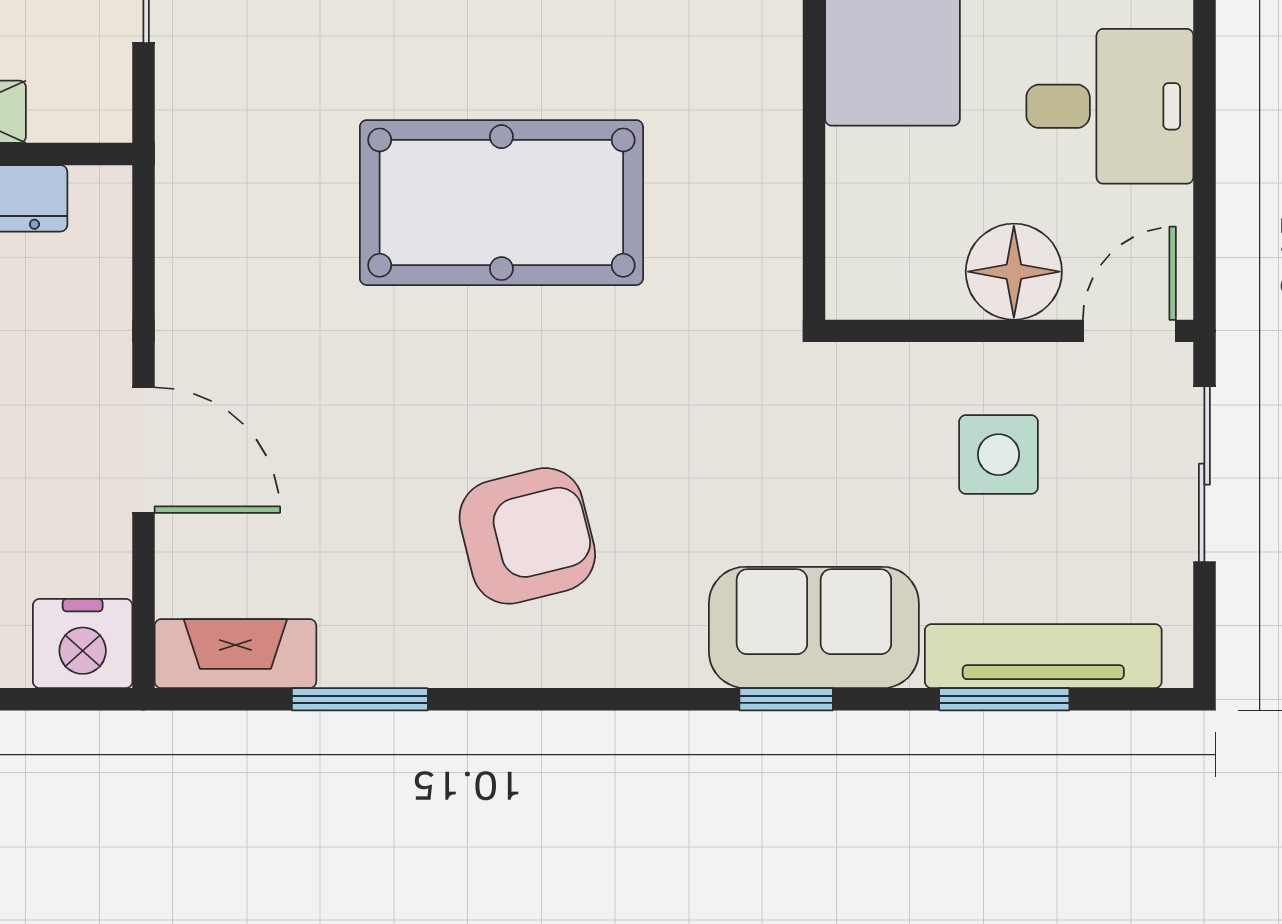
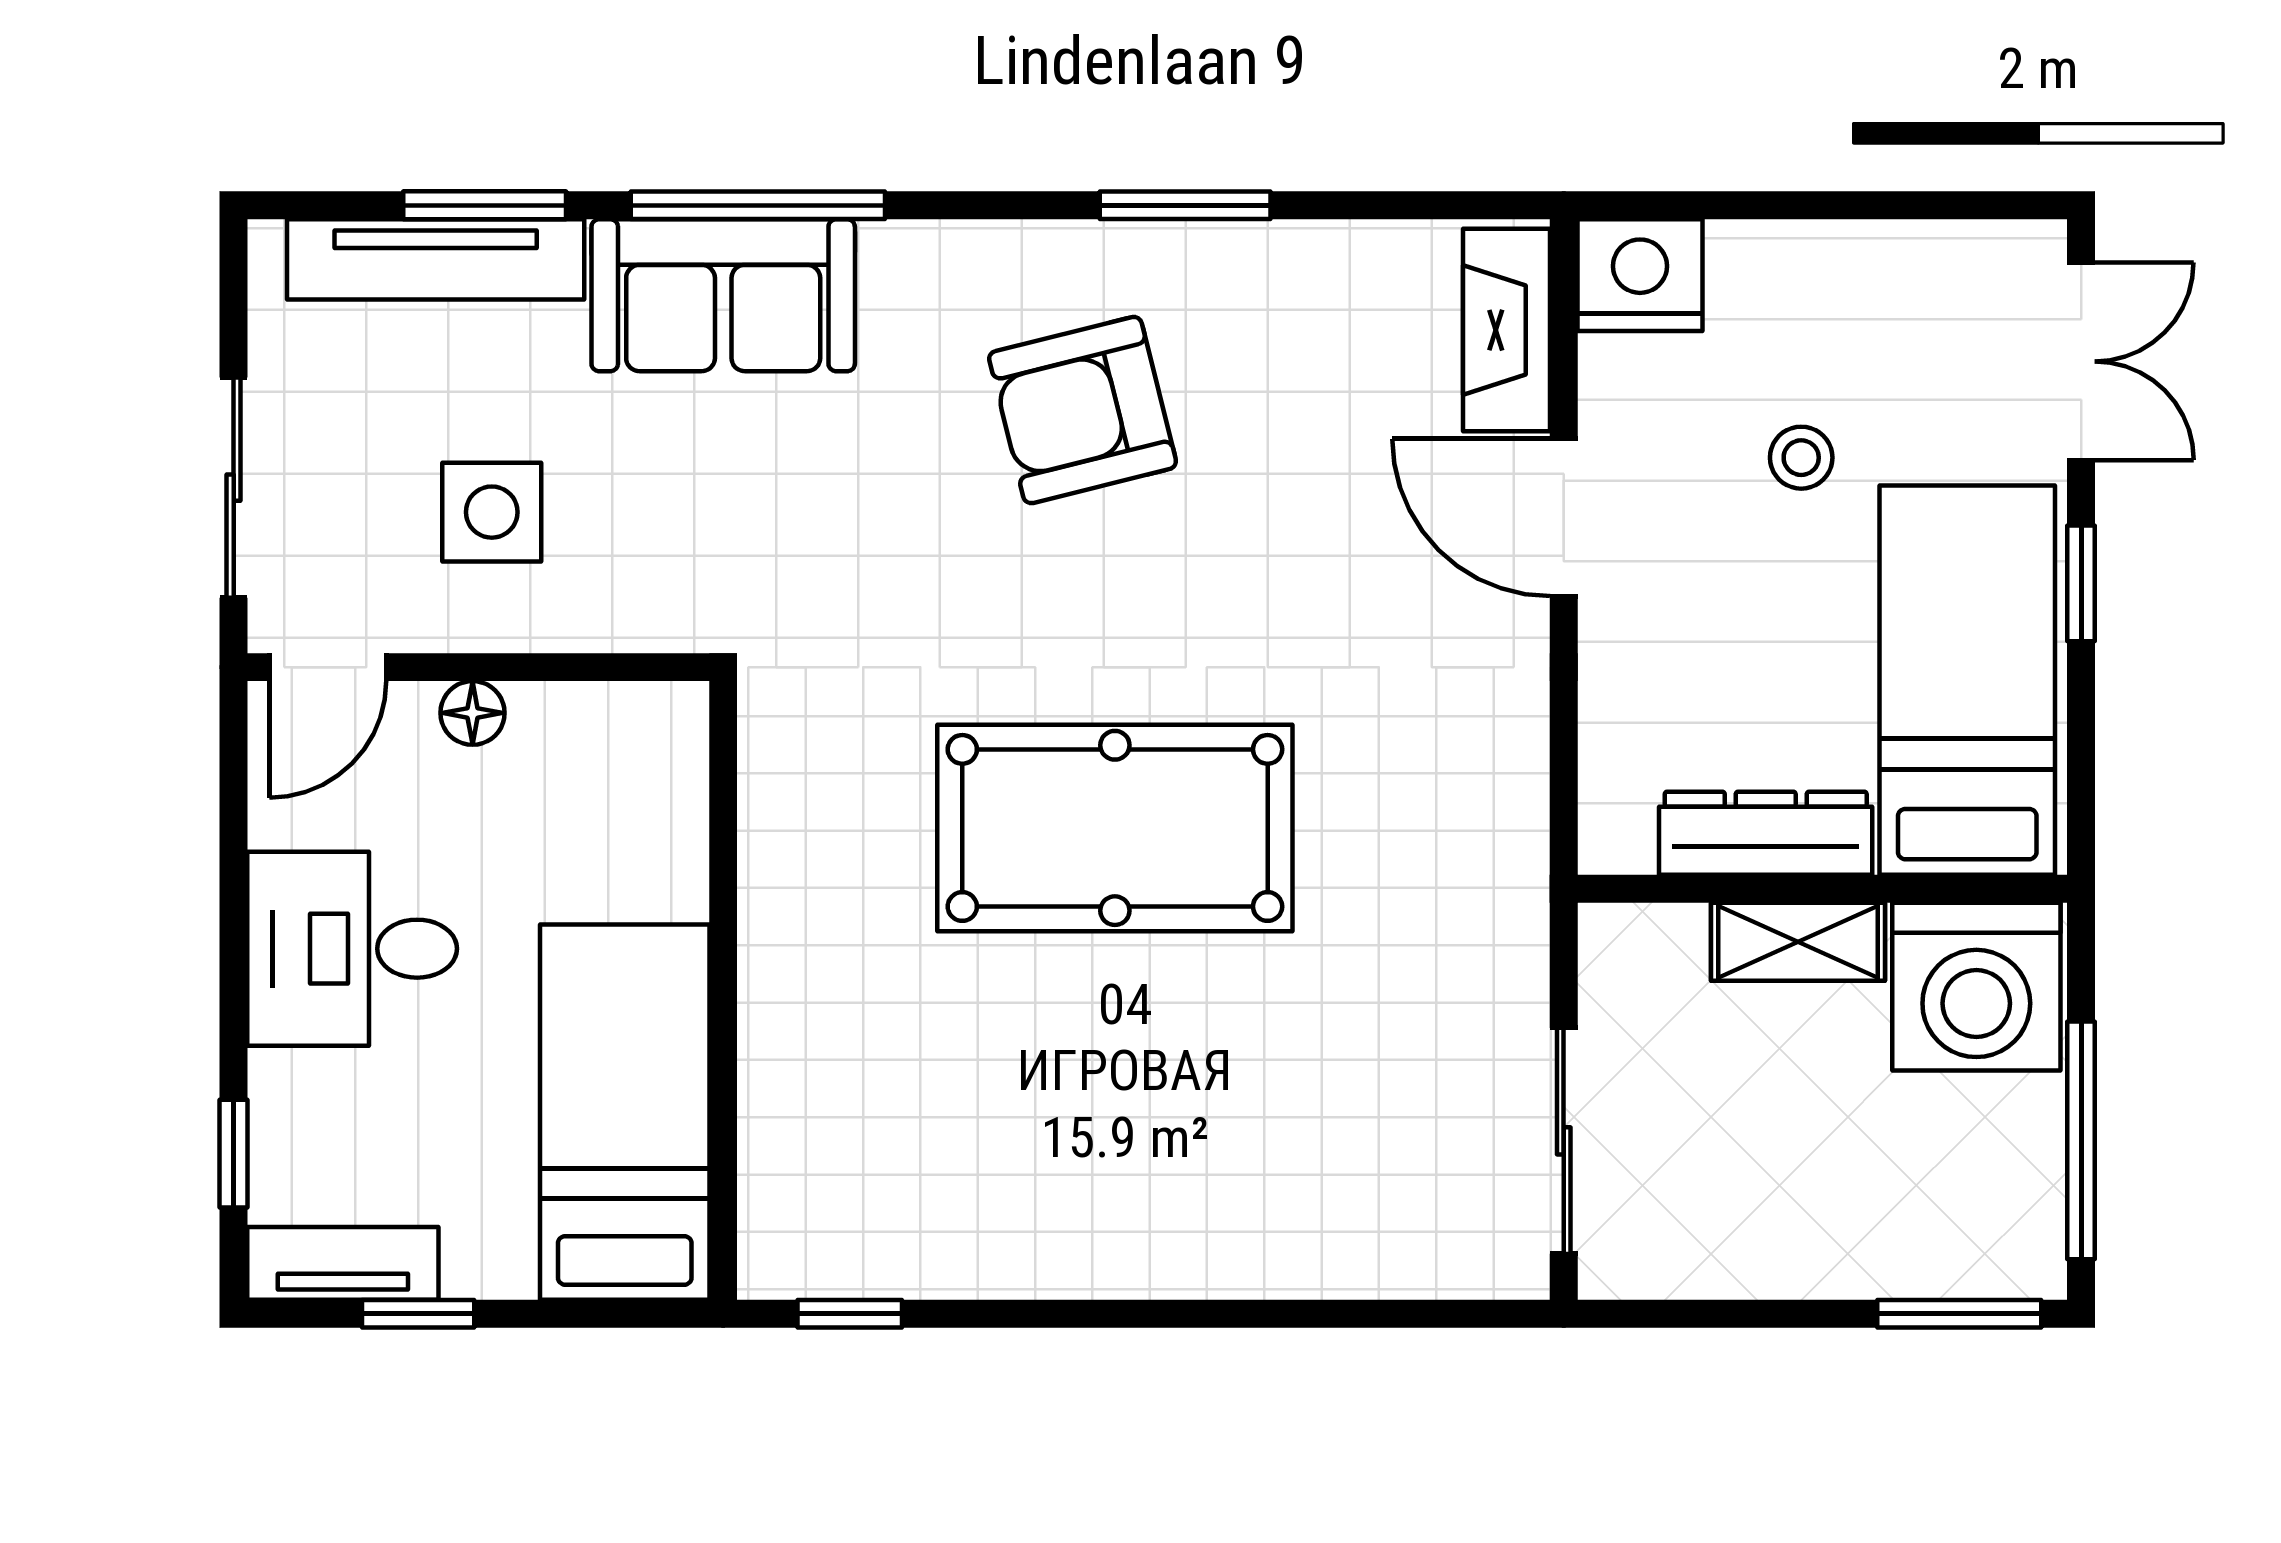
floor lamp: (1014, 272) -> (473, 713), width x0.53, depth x0.53
fireplace: (235, 654) -> (1507, 330), moved, turned 90
window: (360, 699) -> (1185, 205), moved
window: (786, 699) -> (758, 205), width x2.17

